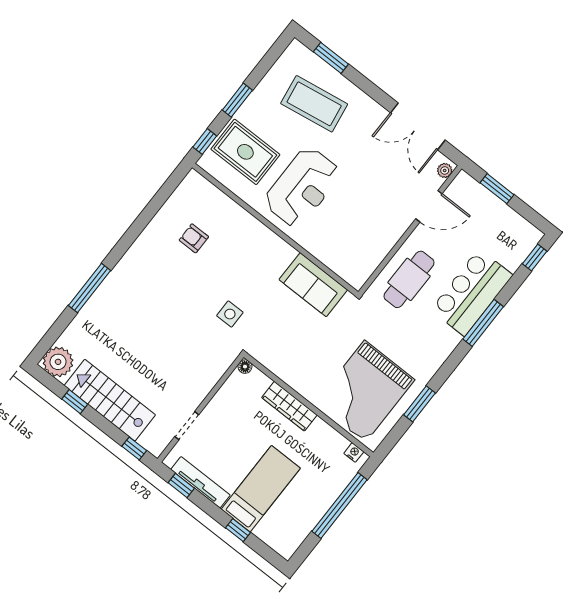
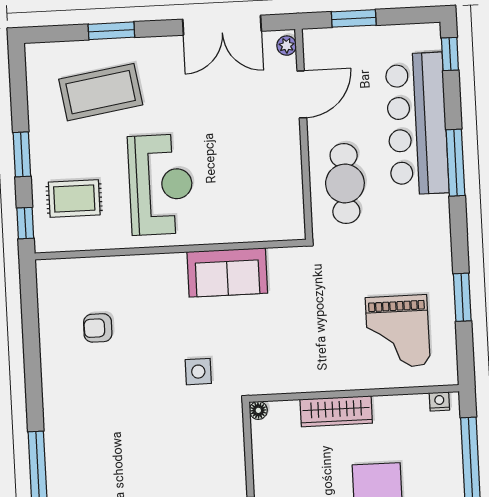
window: (331, 58) -> (111, 31), moved
rug: (245, 152) -> (74, 198), width x0.73, depth x0.70
sofa: (313, 285) -> (227, 272), moved
bar counter: (472, 292) -> (417, 124), width x1.36
grand piano: (365, 391) -> (398, 332), width x0.73, depth x0.68

